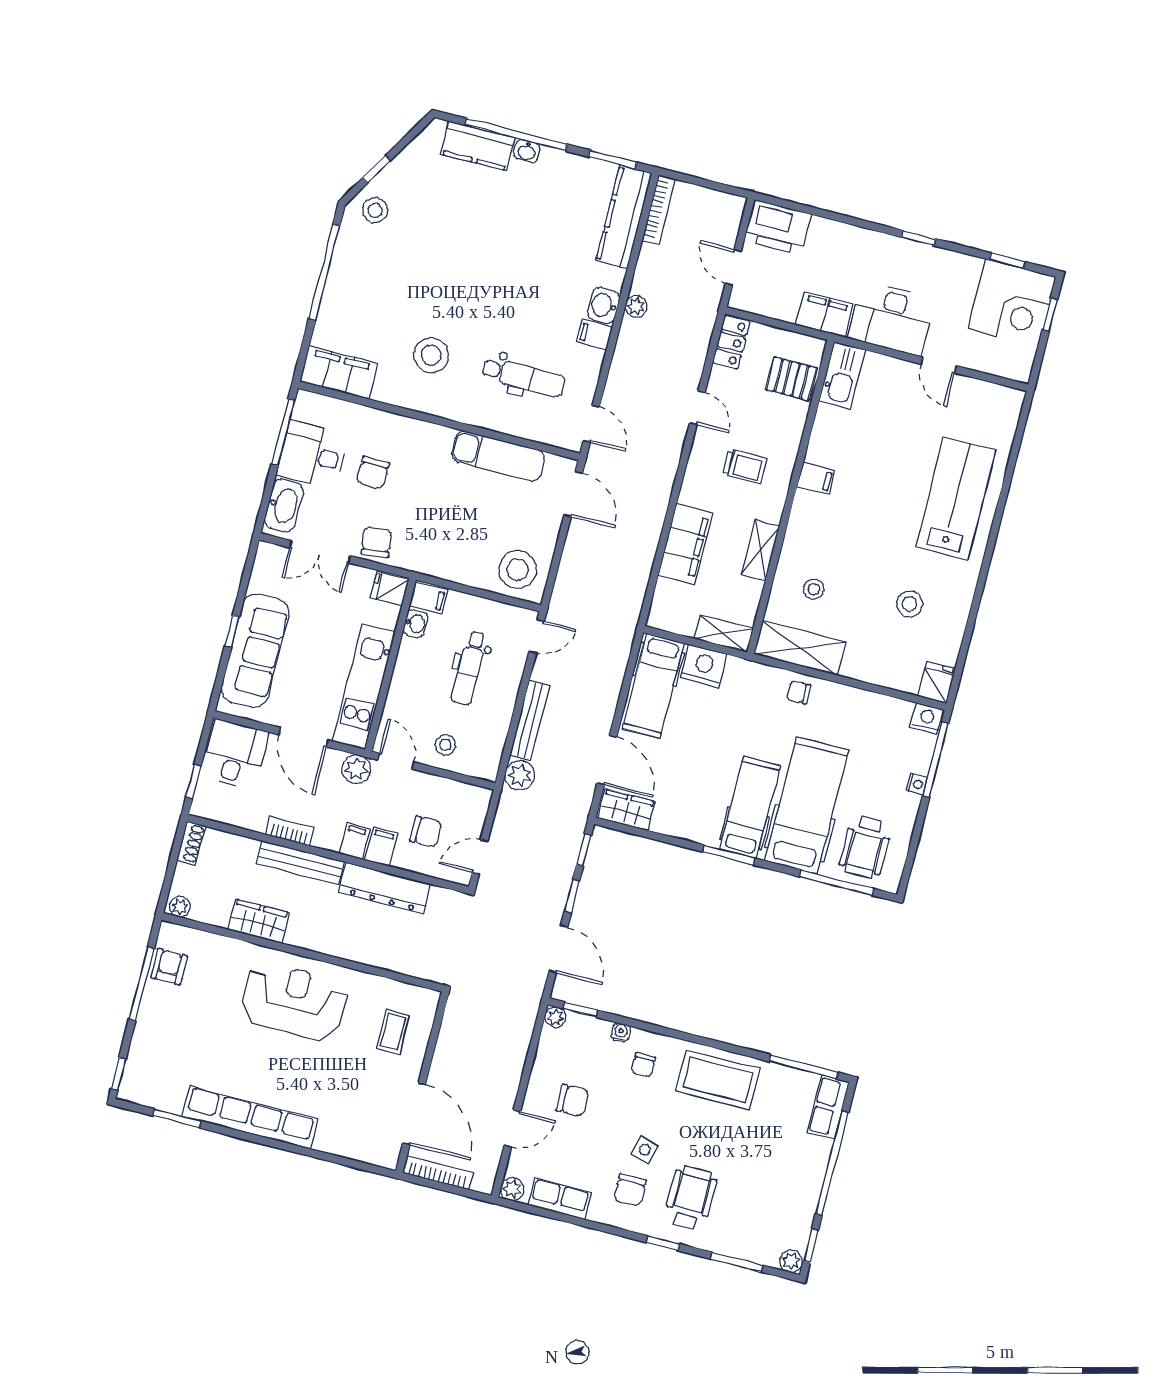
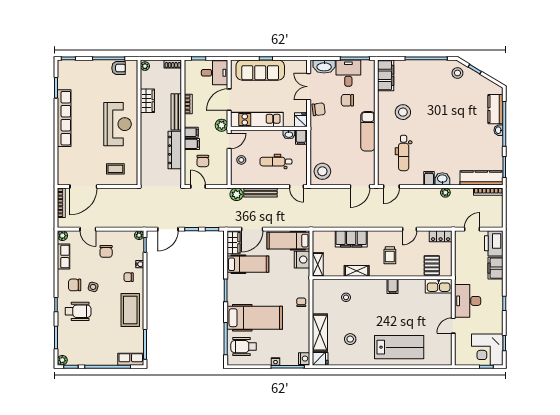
filing cabinet: (825, 315) -> (495, 268), moved, turned 180
exam couch: (498, 456) -> (368, 131), moved
shelving: (800, 648) -> (320, 333), moved
hospital bed: (750, 807) -> (248, 264), moved

